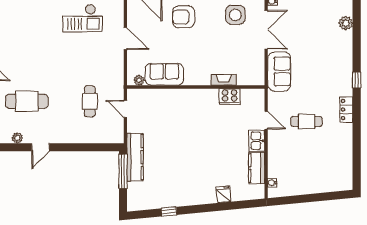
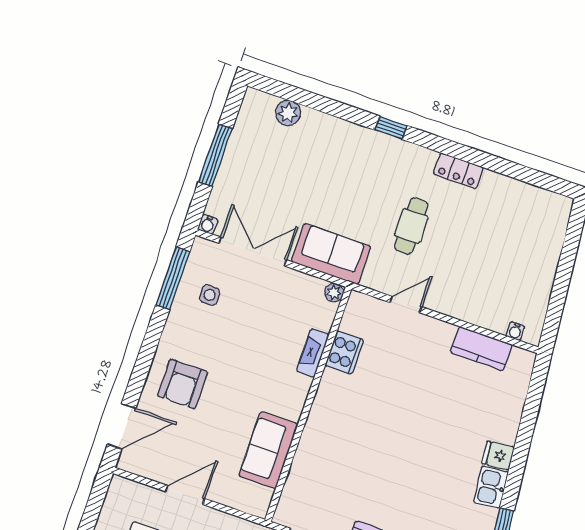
side table: (235, 15) -> (210, 295), width x0.54, depth x0.54
plant: (139, 80) -> (334, 293), moved
locker: (346, 110) -> (458, 171), moved
cafe table: (307, 122) -> (411, 226), moved
kitchen sink: (257, 141) -> (491, 487), moved, turned 84
fridge: (224, 194) -> (498, 455), moved

